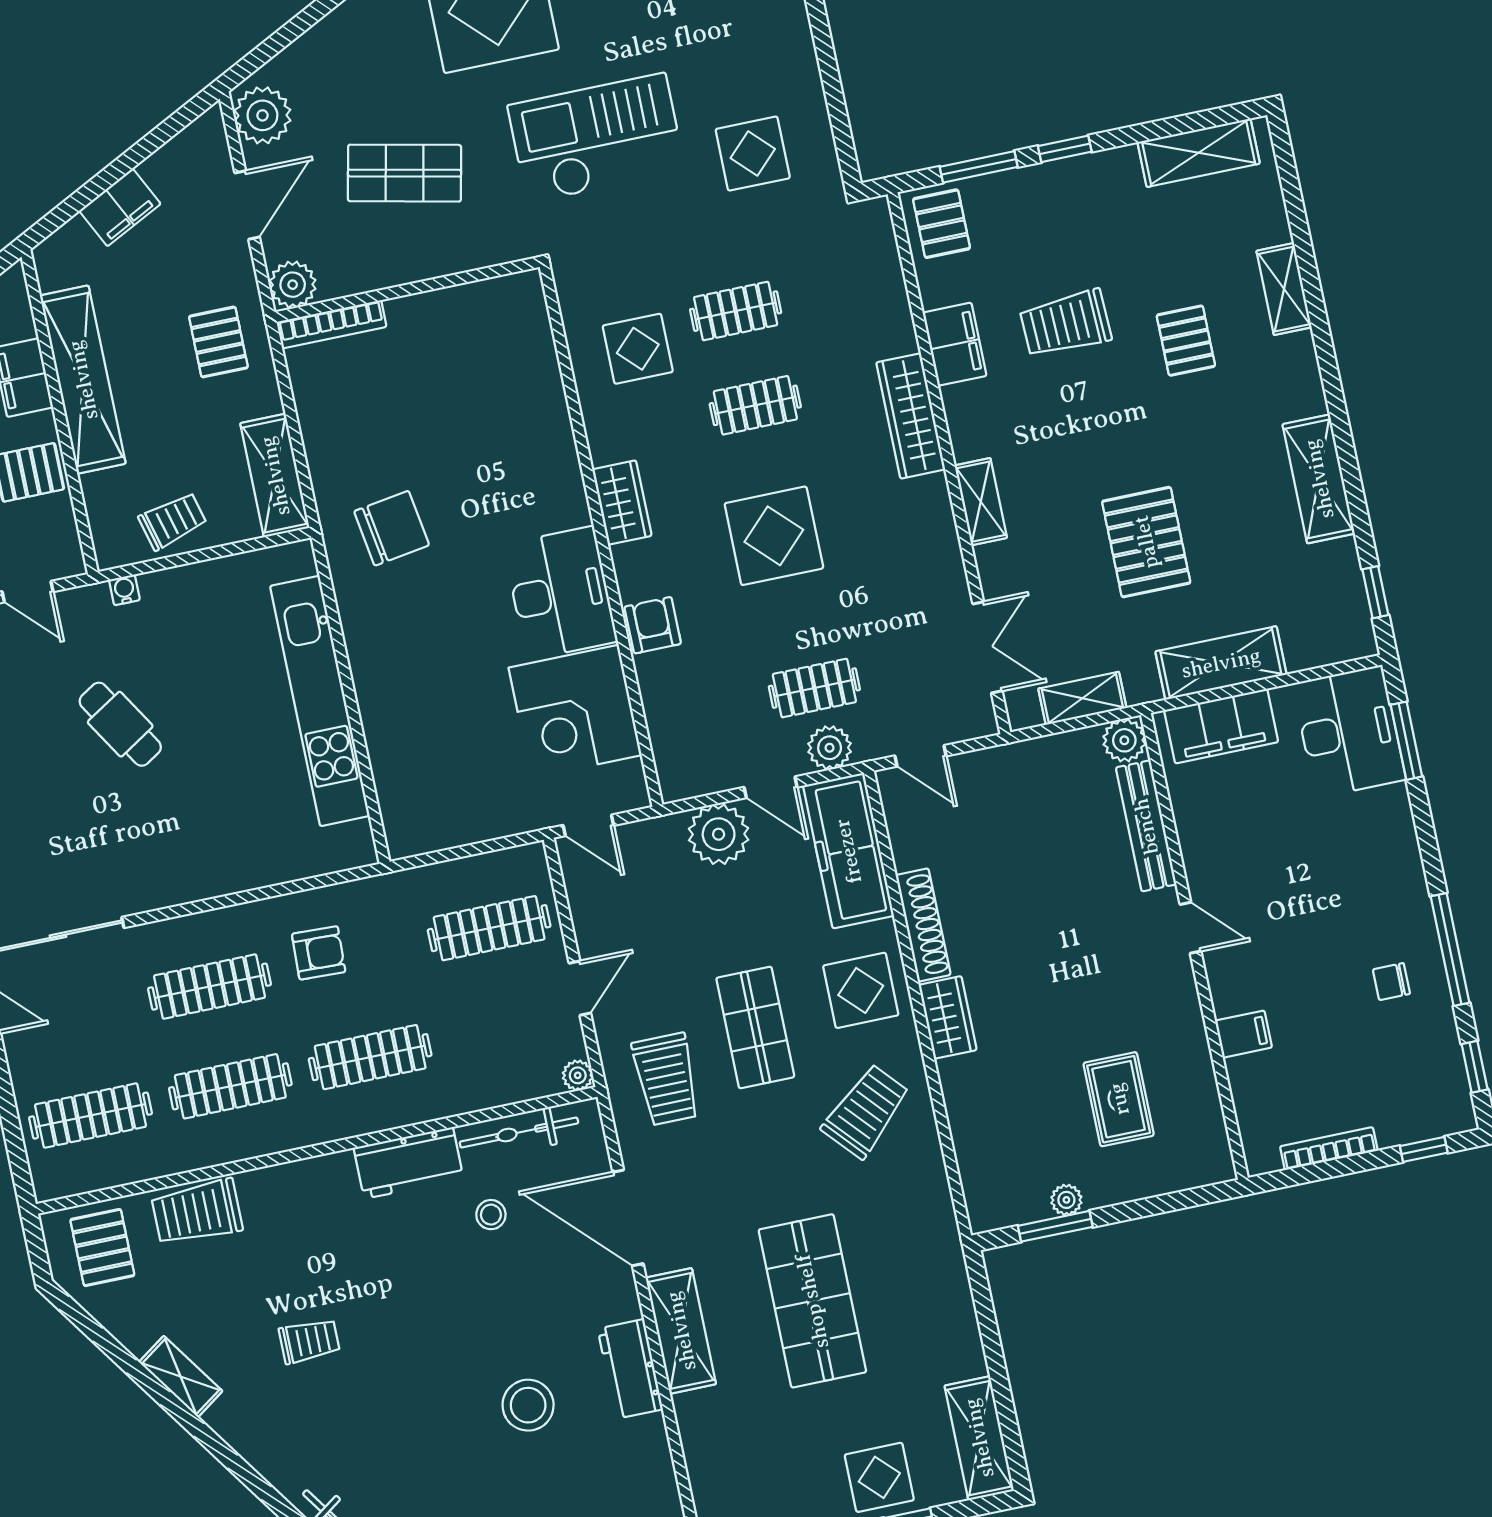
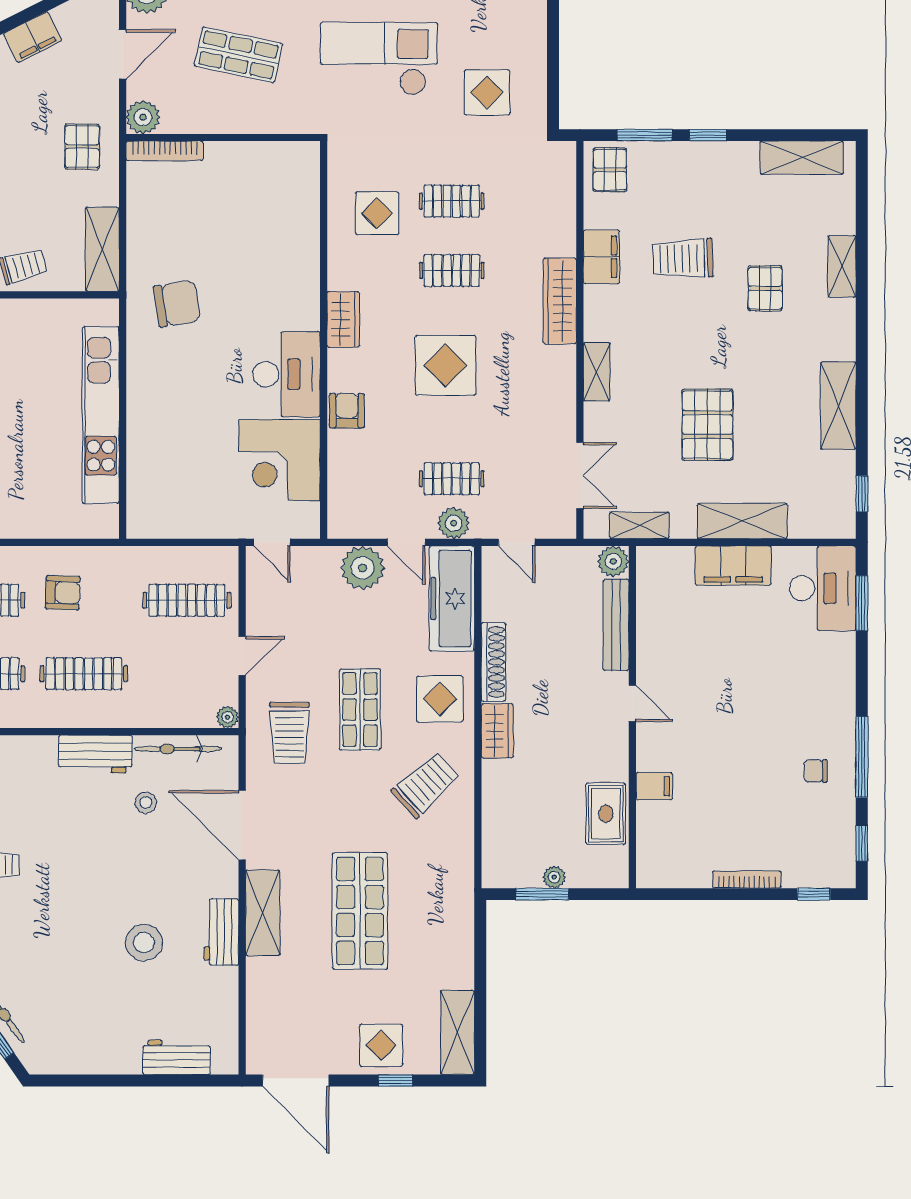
plant: (1124, 740) -> (613, 561), moved
bench: (1146, 826) -> (616, 625), moved
door: (1190, 928) -> (632, 703), moved
wall: (1194, 946) -> (632, 717), moved
filing cabinet: (1244, 1034) -> (654, 786), moved

